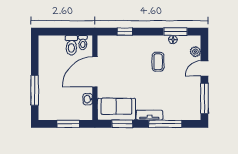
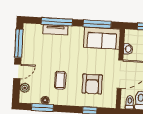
armchair: (124, 60) -> (92, 84), added
tv unit: (149, 115) -> (55, 30), moved
window: (122, 124) -> (97, 24), width x1.44

